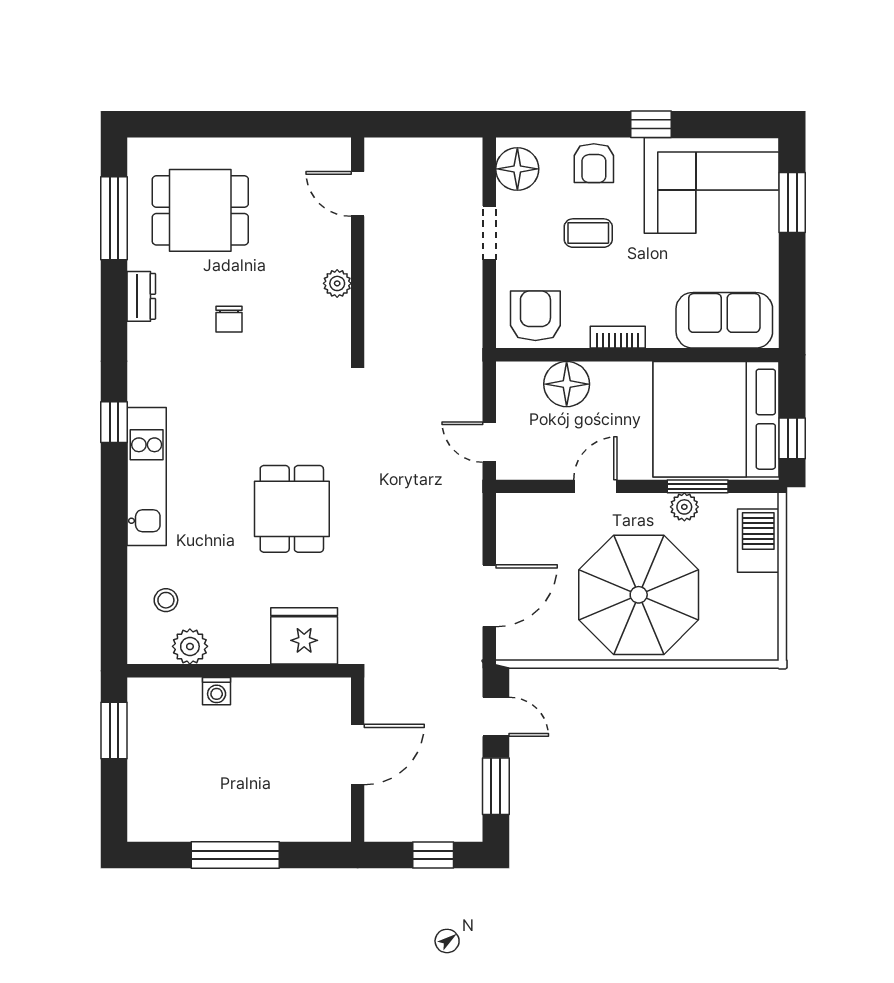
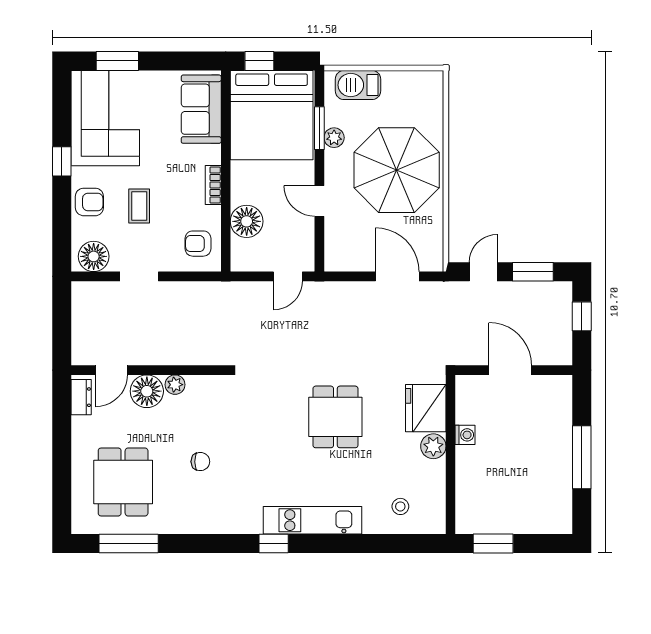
floor lamp: (328, 244) -> (147, 391), added
dresser: (141, 296) -> (81, 397), moved, turned 90
armchair: (535, 316) -> (198, 244), width x0.72, depth x0.72
window: (792, 438) -> (259, 61), moved
dining table: (292, 509) -> (335, 417), turned 90
plant: (190, 646) -> (433, 446), moved
washing machine: (217, 691) -> (465, 435), moved

